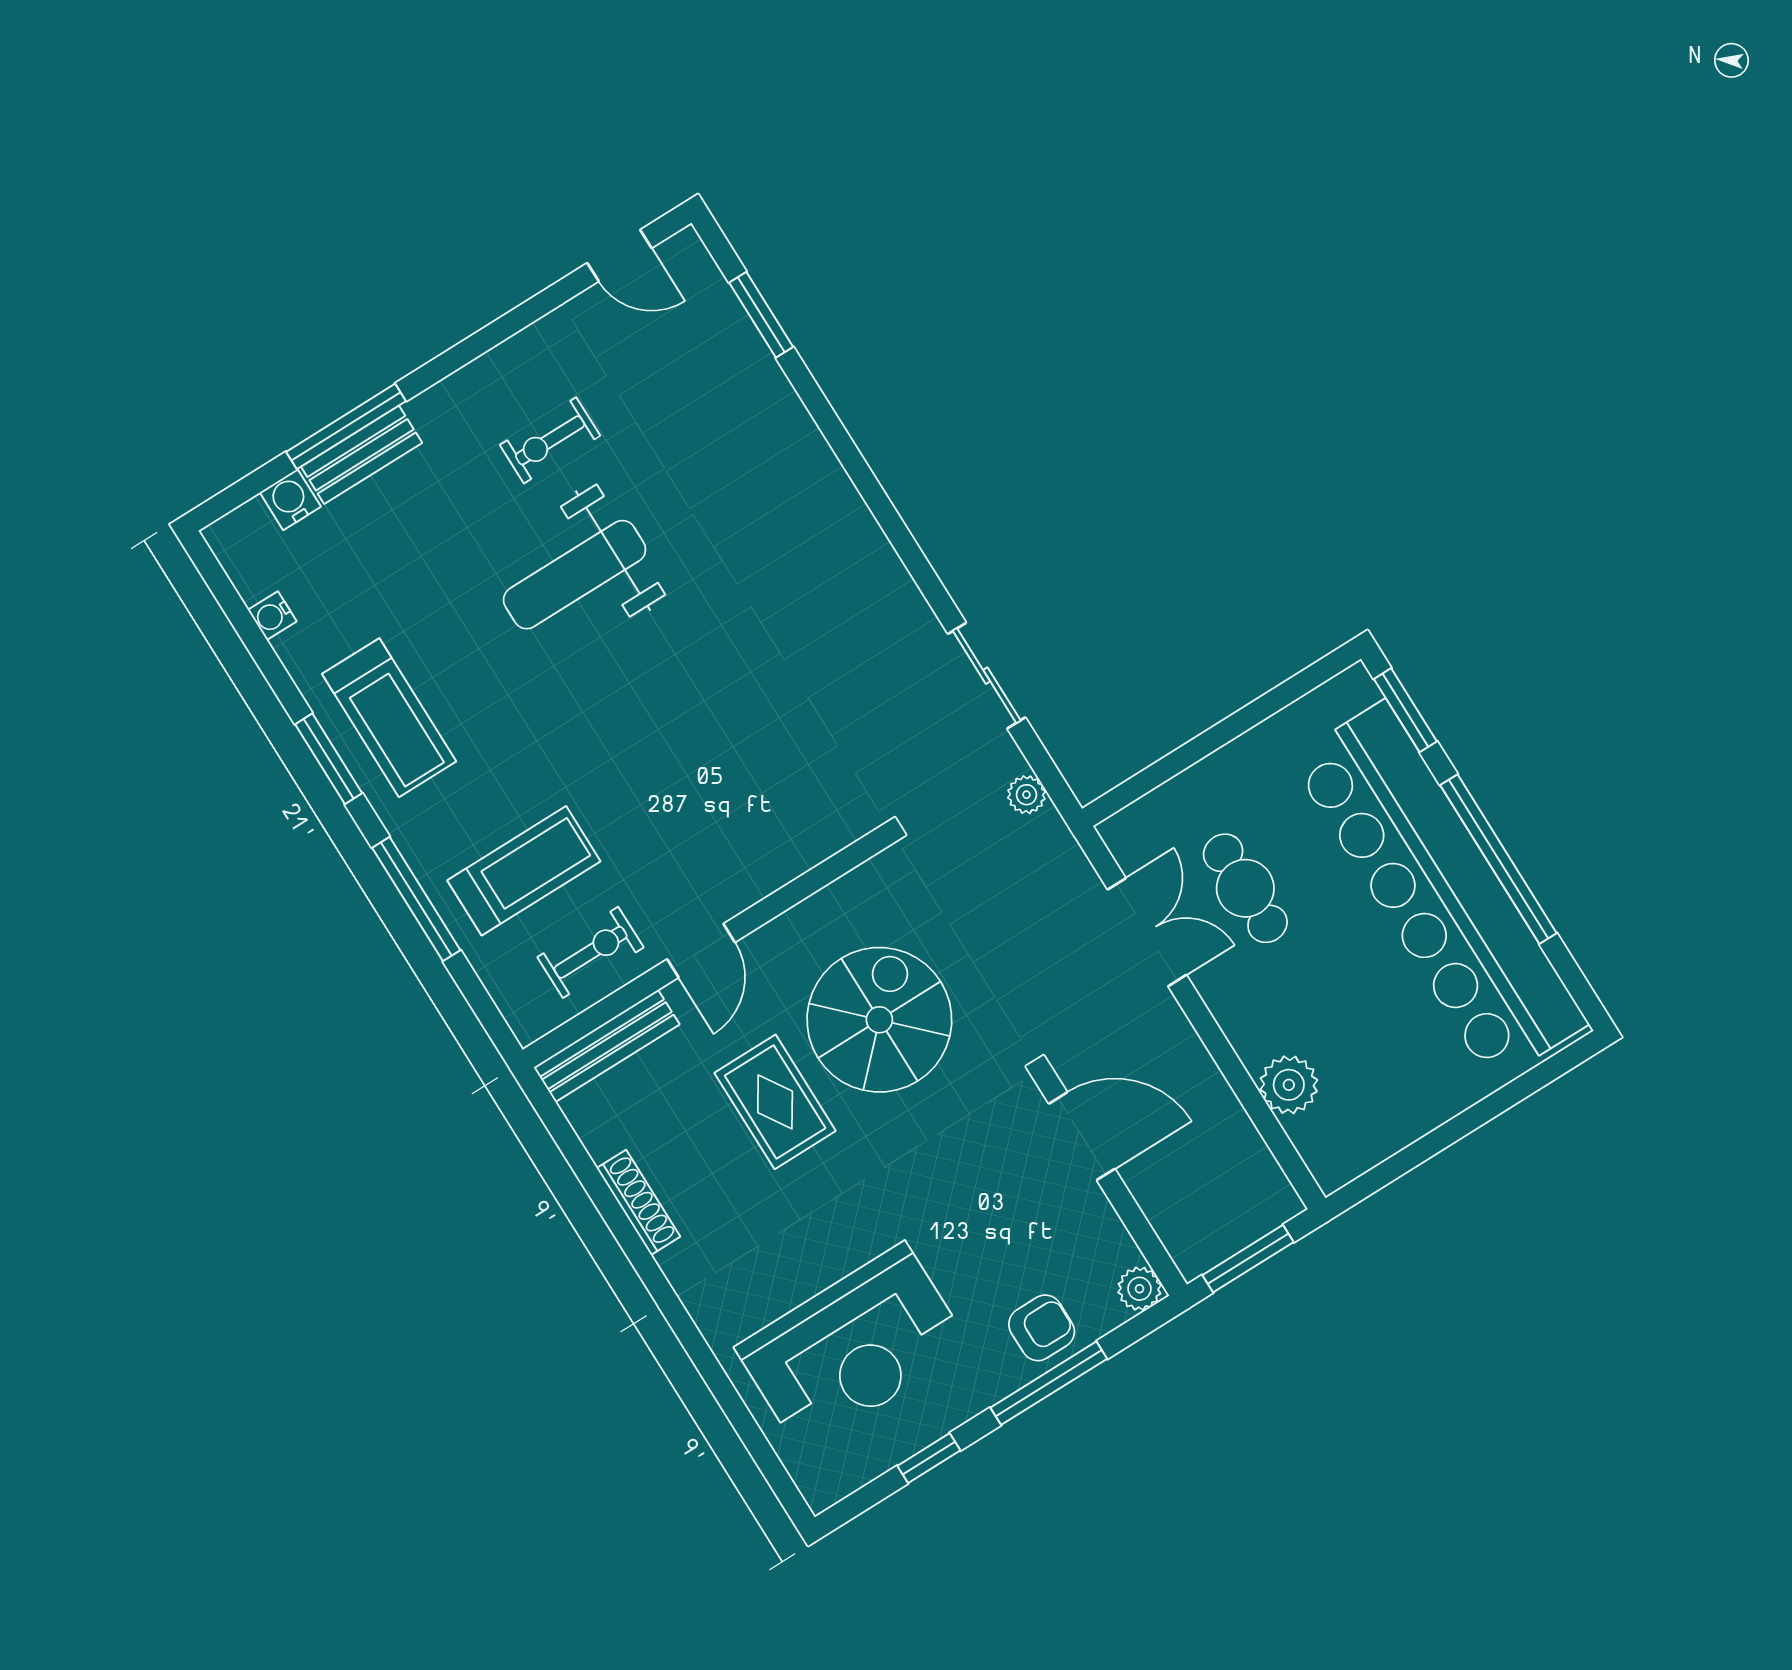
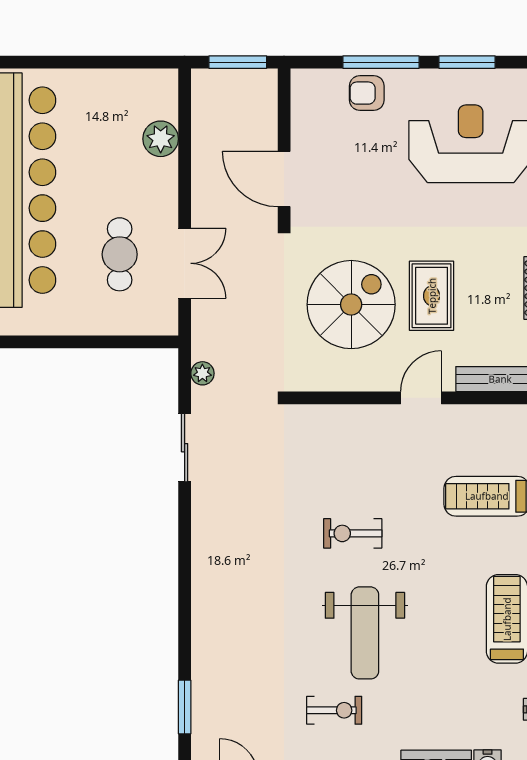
weight bench: (575, 575) -> (365, 633), turned 90
double door: (1147, 932) -> (185, 263), swing flipped
exercise bike: (590, 952) -> (353, 533), moved
spiral stairs: (879, 1020) -> (351, 305), turned 180
plant: (1139, 1289) -> (304, 82), removed
window: (929, 1458) -> (467, 62), width x1.50

